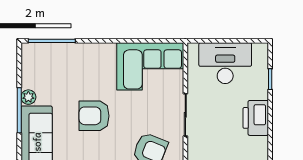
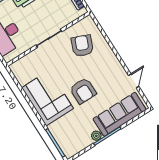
corner sofa: (150, 66) -> (48, 98), moved

